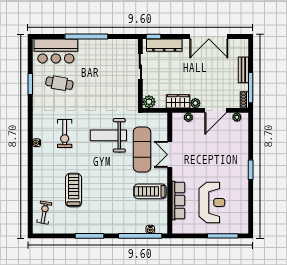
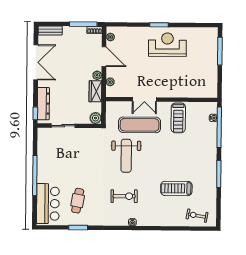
bench: (243, 70) -> (50, 31), moved
row of seats: (178, 200) -> (187, 92), removed
reception desk: (212, 202) -> (167, 45), moved

